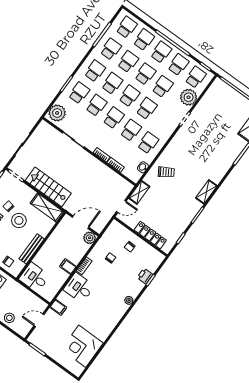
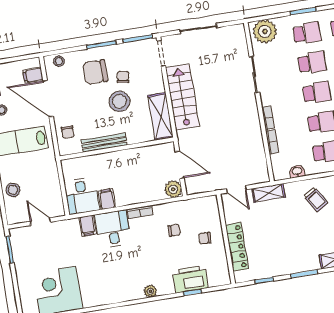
filing cabinet: (68, 266) -> (107, 199), moved
printer: (145, 276) -> (190, 279), width x1.87, depth x1.48
desk: (34, 277) -> (82, 196), moved, turned 180
filing cabinet: (58, 307) -> (88, 226), moved

